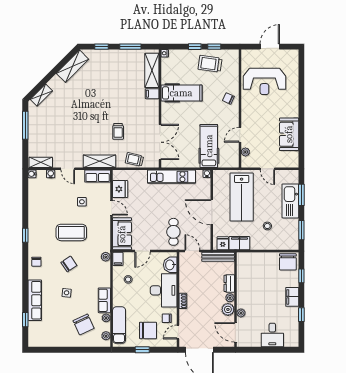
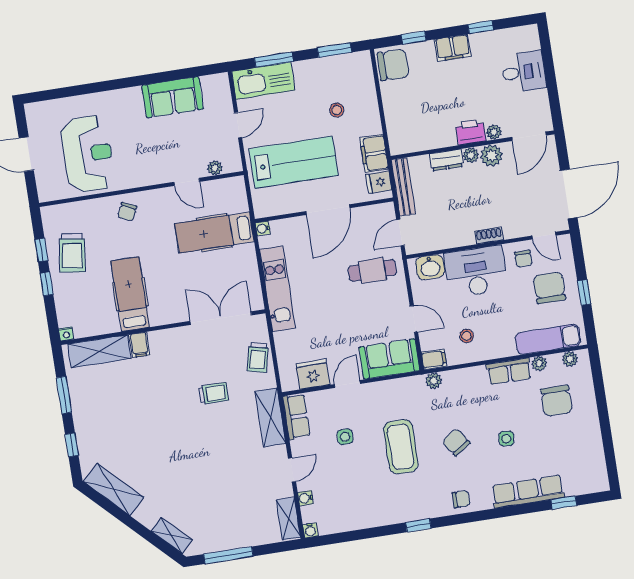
kitchen sink: (290, 201) -> (263, 81), moved
printer: (243, 300) -> (471, 132), added
chair: (84, 324) -> (557, 401), turned 115

